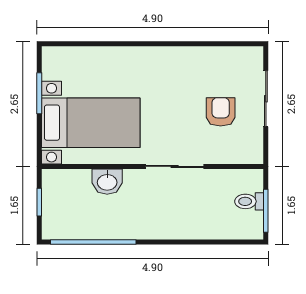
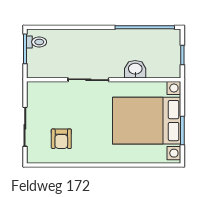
armchair: (221, 112) -> (61, 139), moved
bed with nightstands: (91, 123) -> (147, 121), width x1.36
toilet: (249, 201) -> (37, 42), moved

